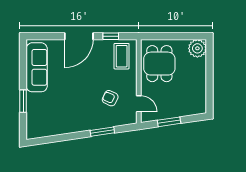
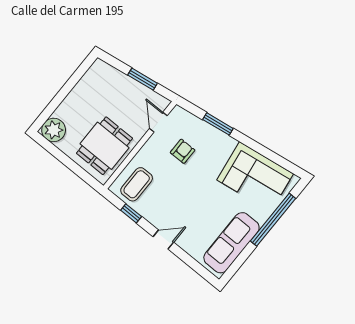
door: (79, 36) -> (163, 240), width x0.53
armchair: (110, 98) -> (183, 151), turned -115
window: (23, 101) -> (273, 220), width x2.11
corner sofa: (55, 118) -> (255, 177), added

